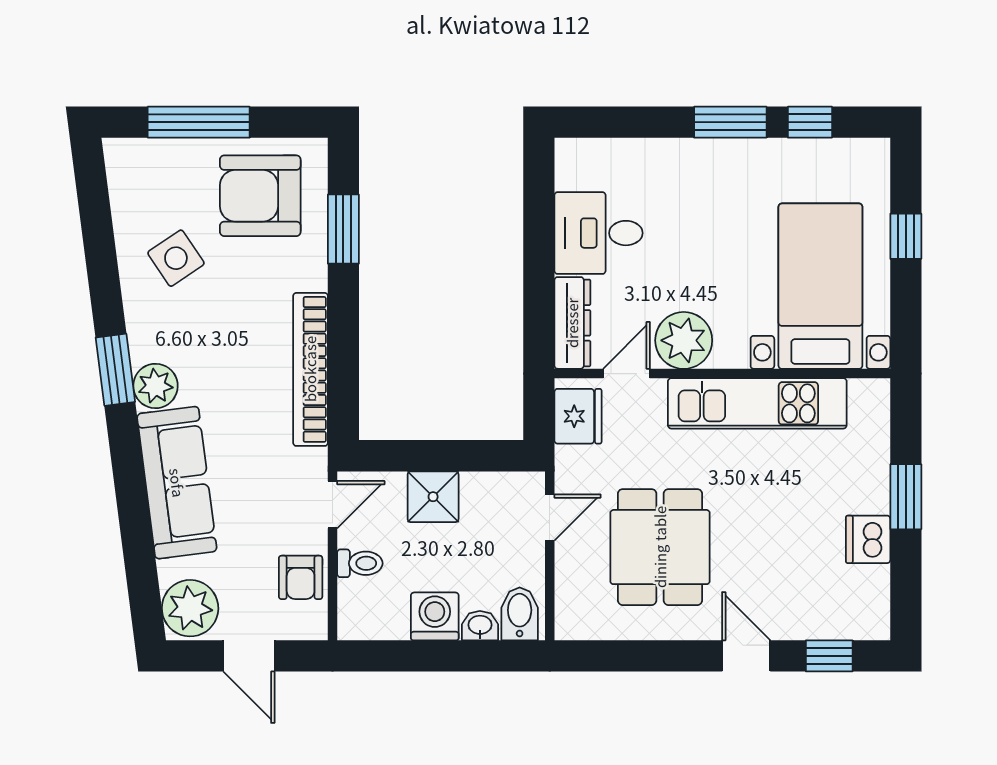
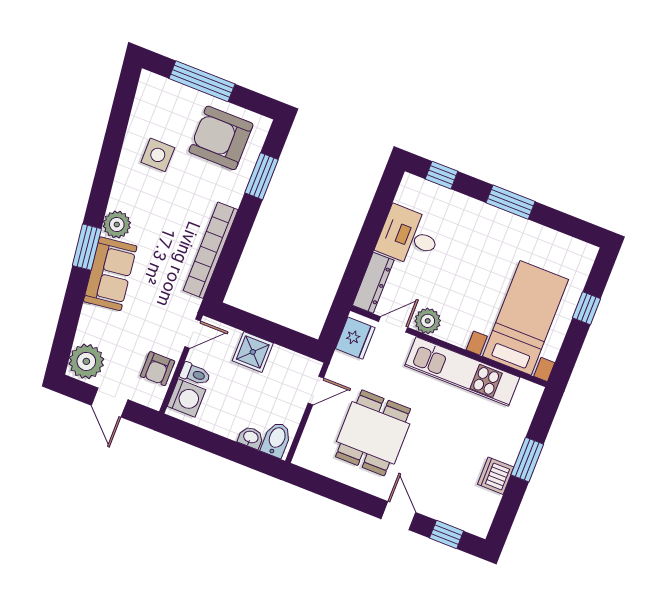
window: (810, 122) -> (442, 175), moved
side table: (176, 258) -> (158, 155), turned 34
plant: (684, 340) -> (428, 321), width x0.73, depth x0.73
window: (115, 370) -> (87, 247), moved
sofa: (177, 483) -> (110, 274), width x0.73
washing machine: (435, 616) -> (187, 398), moved, turned 90

